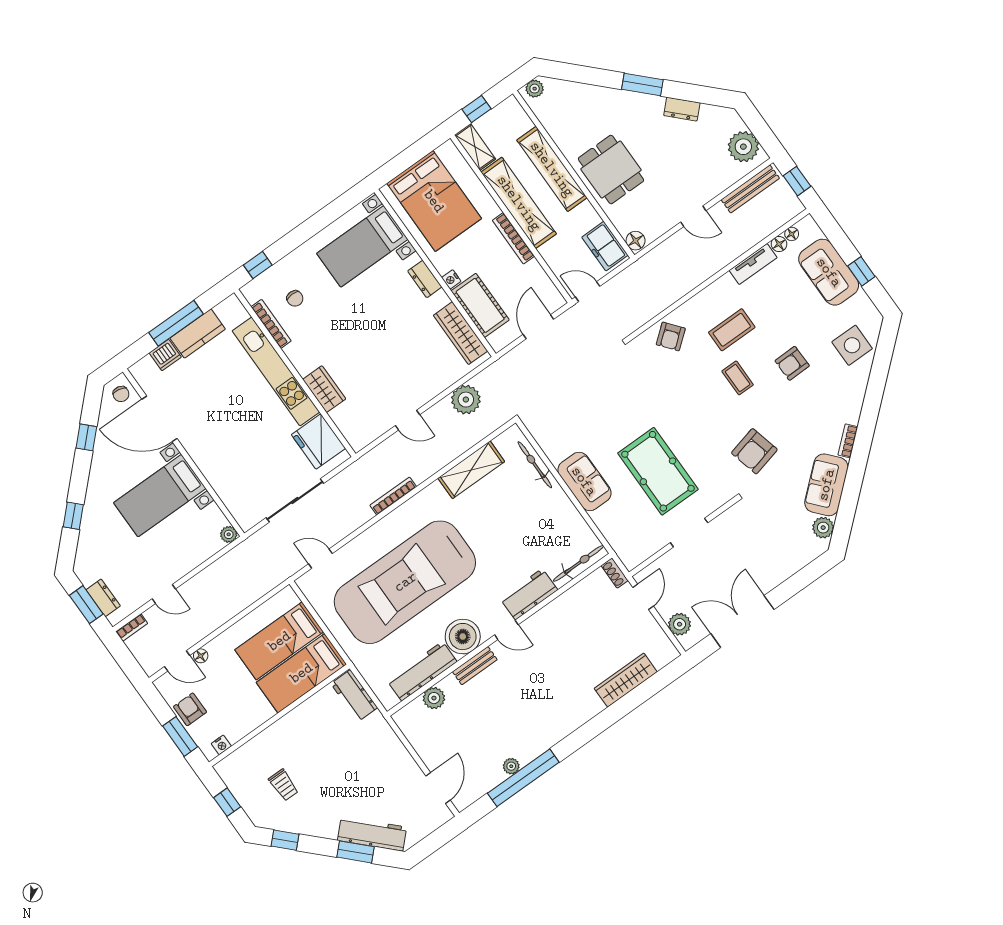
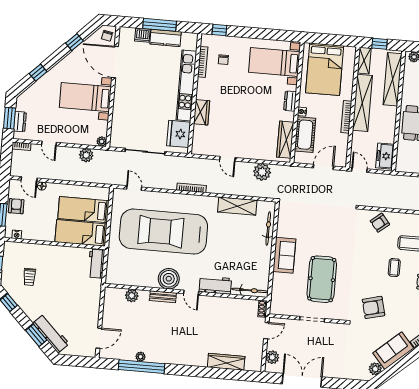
shelving: (552, 169) -> (393, 79), moved
floor lamp: (636, 241) -> (401, 165), removed
plant: (224, 569) -> (86, 155), added
workbench: (422, 671) -> (137, 279), removed

